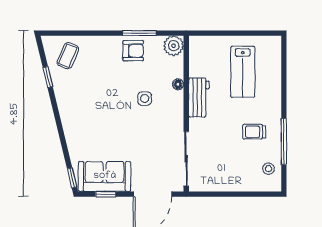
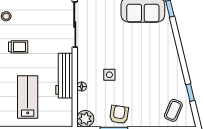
armchair: (133, 51) -> (119, 115), turned 98
workbench: (199, 97) -> (64, 76), width x1.38

